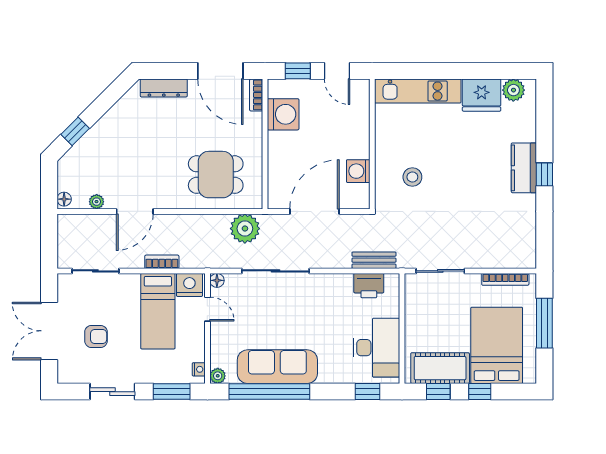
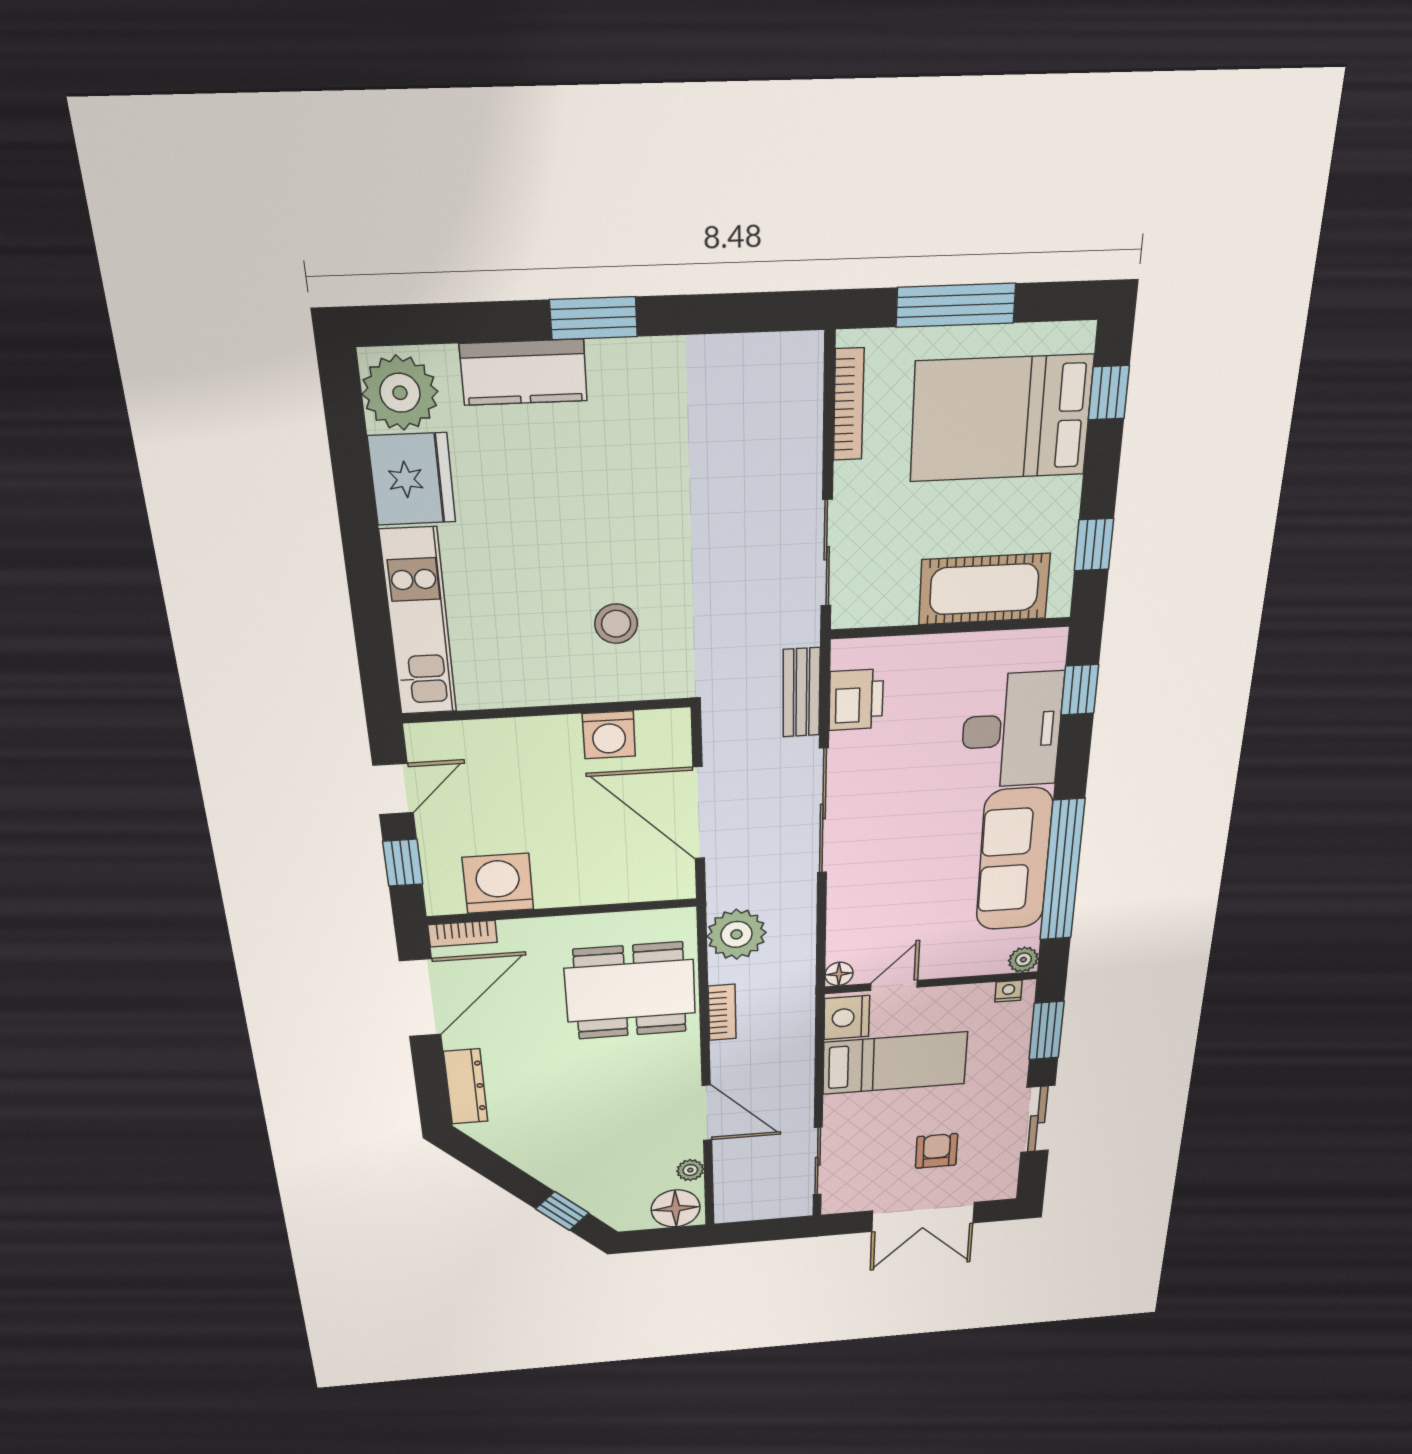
plant: (513, 90) -> (400, 393), width x1.36, depth x1.36
kitchen counter: (524, 168) -> (524, 372), moved
window: (544, 174) -> (594, 318), width x1.50
dining table: (216, 175) -> (630, 991), width x1.38
floor lamp: (64, 199) -> (676, 1208), width x1.89, depth x1.89
bookcase: (162, 262) -> (722, 1012), moved, turned 180
sliding door: (275, 271) -> (823, 812), moved
desk: (376, 348) -> (1012, 730), moved, turned 90
cot: (440, 368) -> (984, 589), moved, turned 90
window: (480, 392) -> (1109, 393), moved

